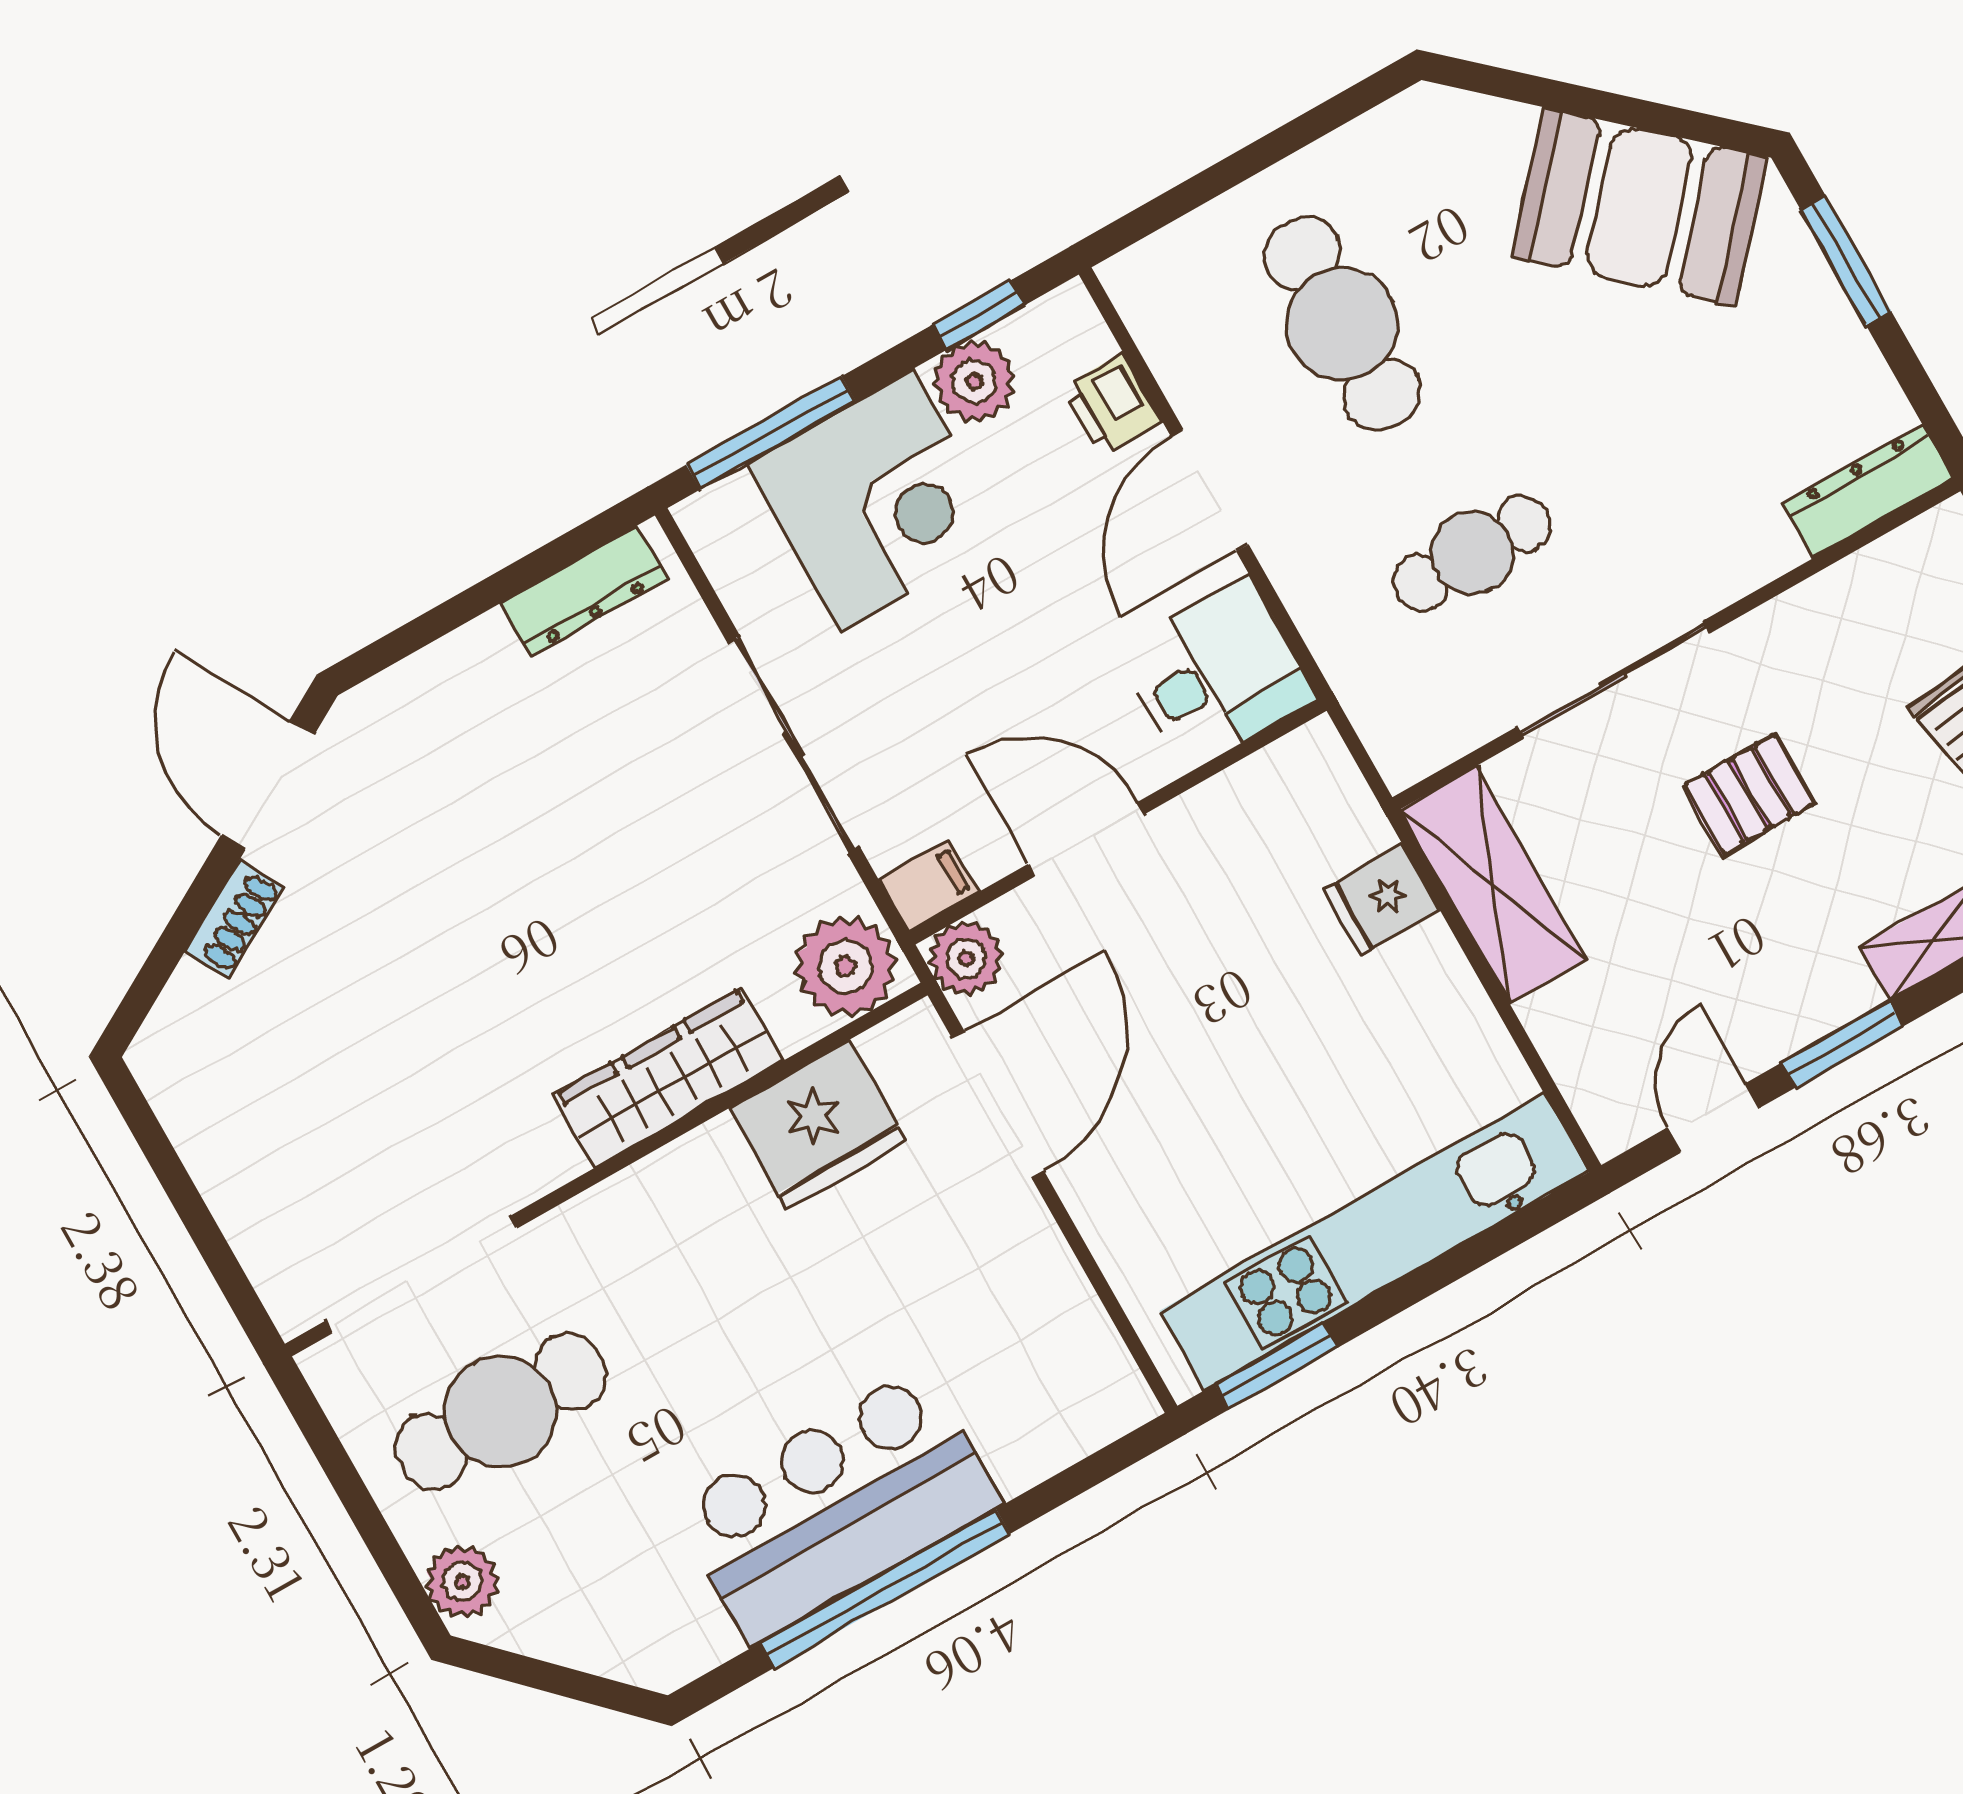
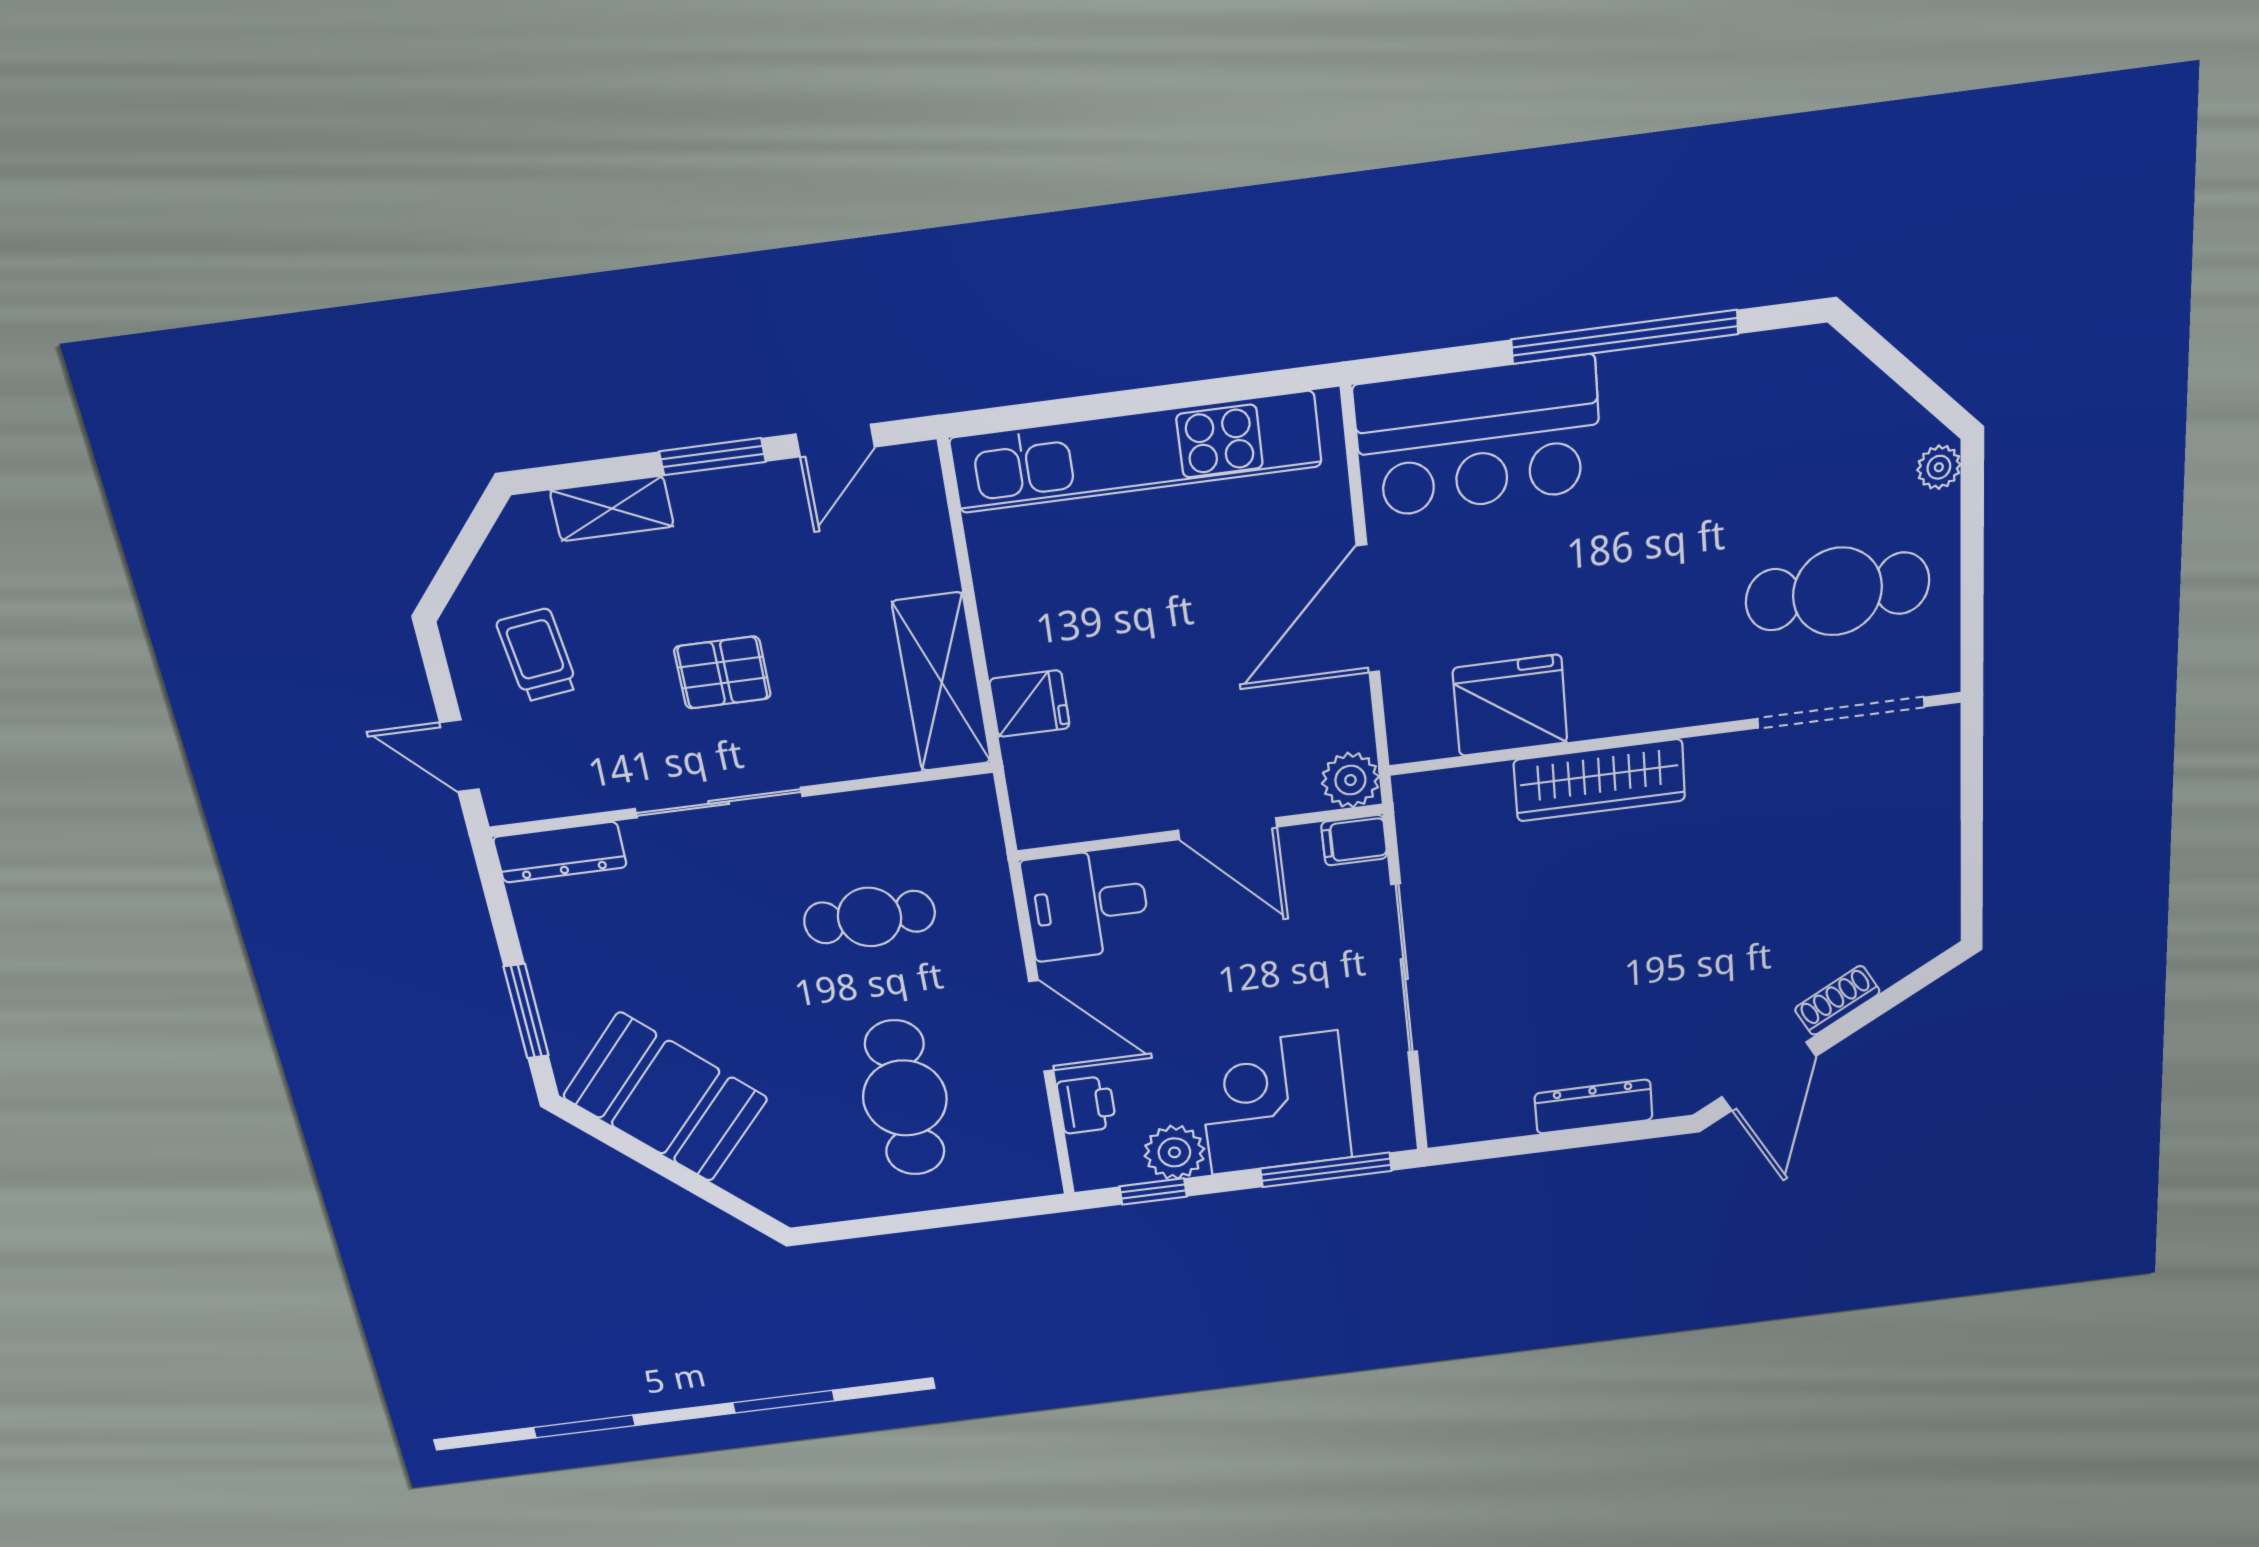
door: (1210, 490) -> (1041, 1026), hinge flipped
dresser: (584, 591) -> (1594, 1107), moved
sliding door: (1613, 680) -> (719, 803), moved
plant: (846, 966) -> (1438, 808), removed
door: (998, 1105) -> (1368, 609), moved
window: (1276, 1366) -> (1251, 386), removed
bar counter: (837, 1505) -> (1478, 437), moved
plant: (462, 1582) -> (1939, 467), width x0.73, depth x0.73

